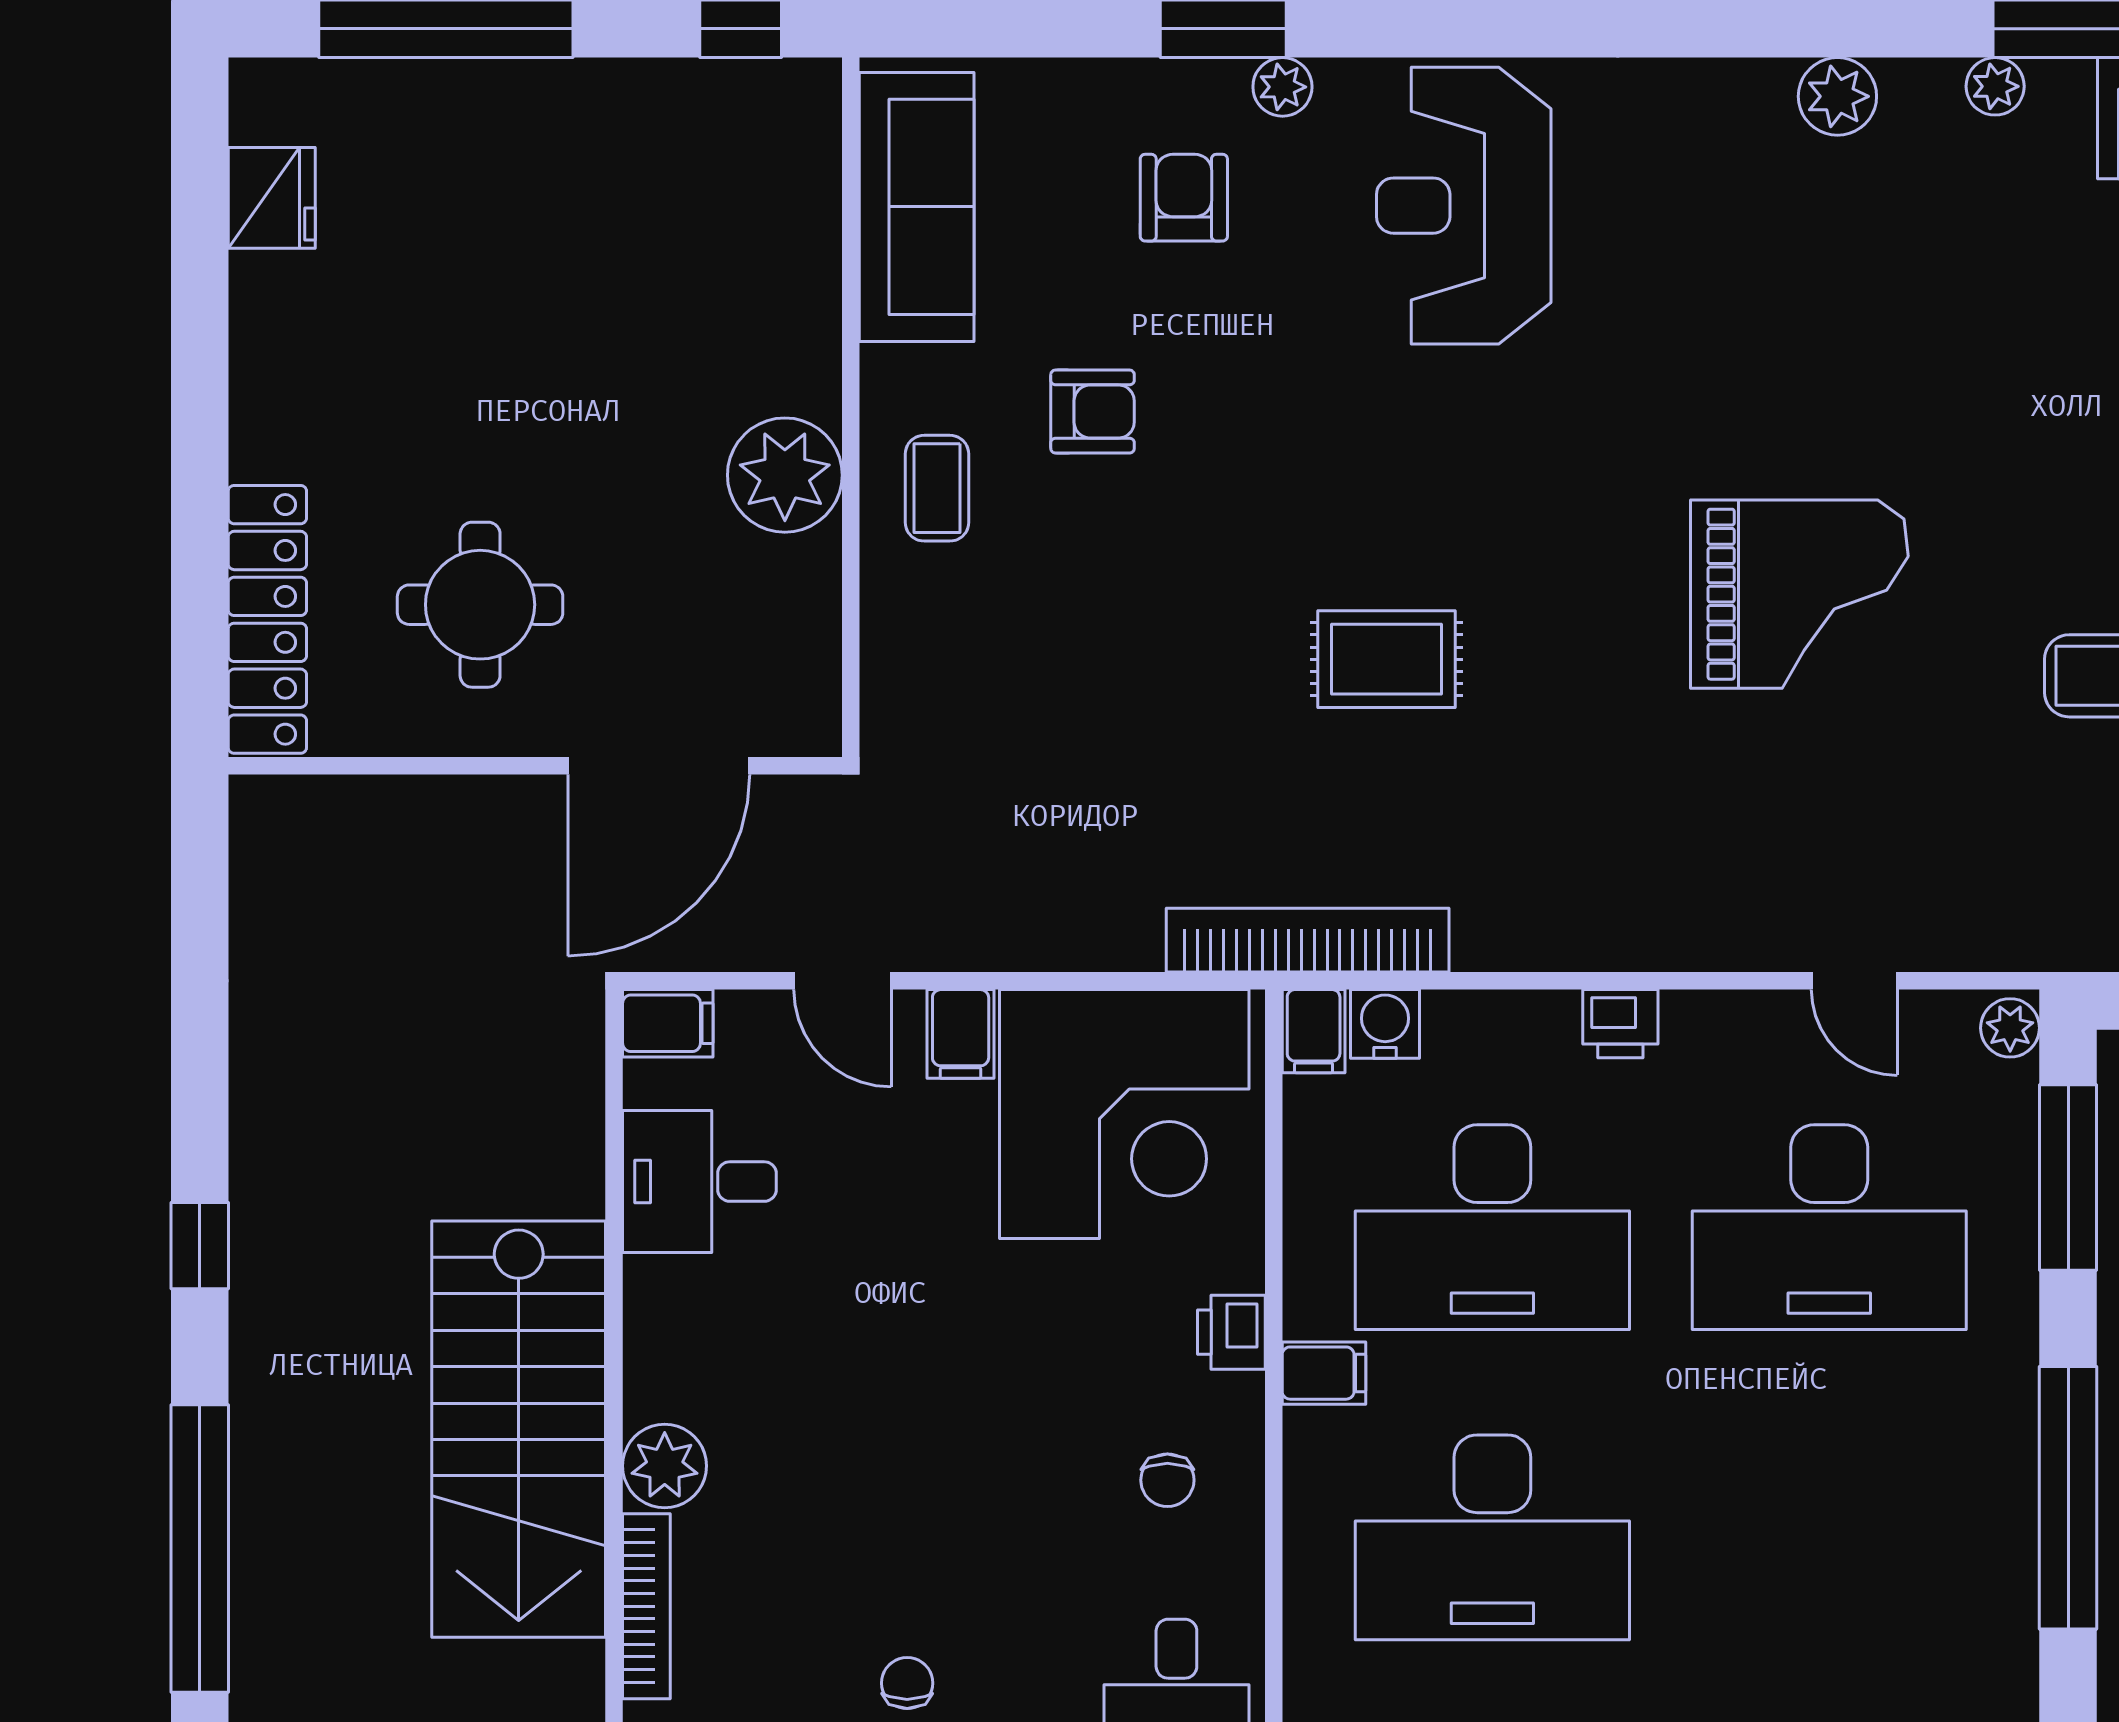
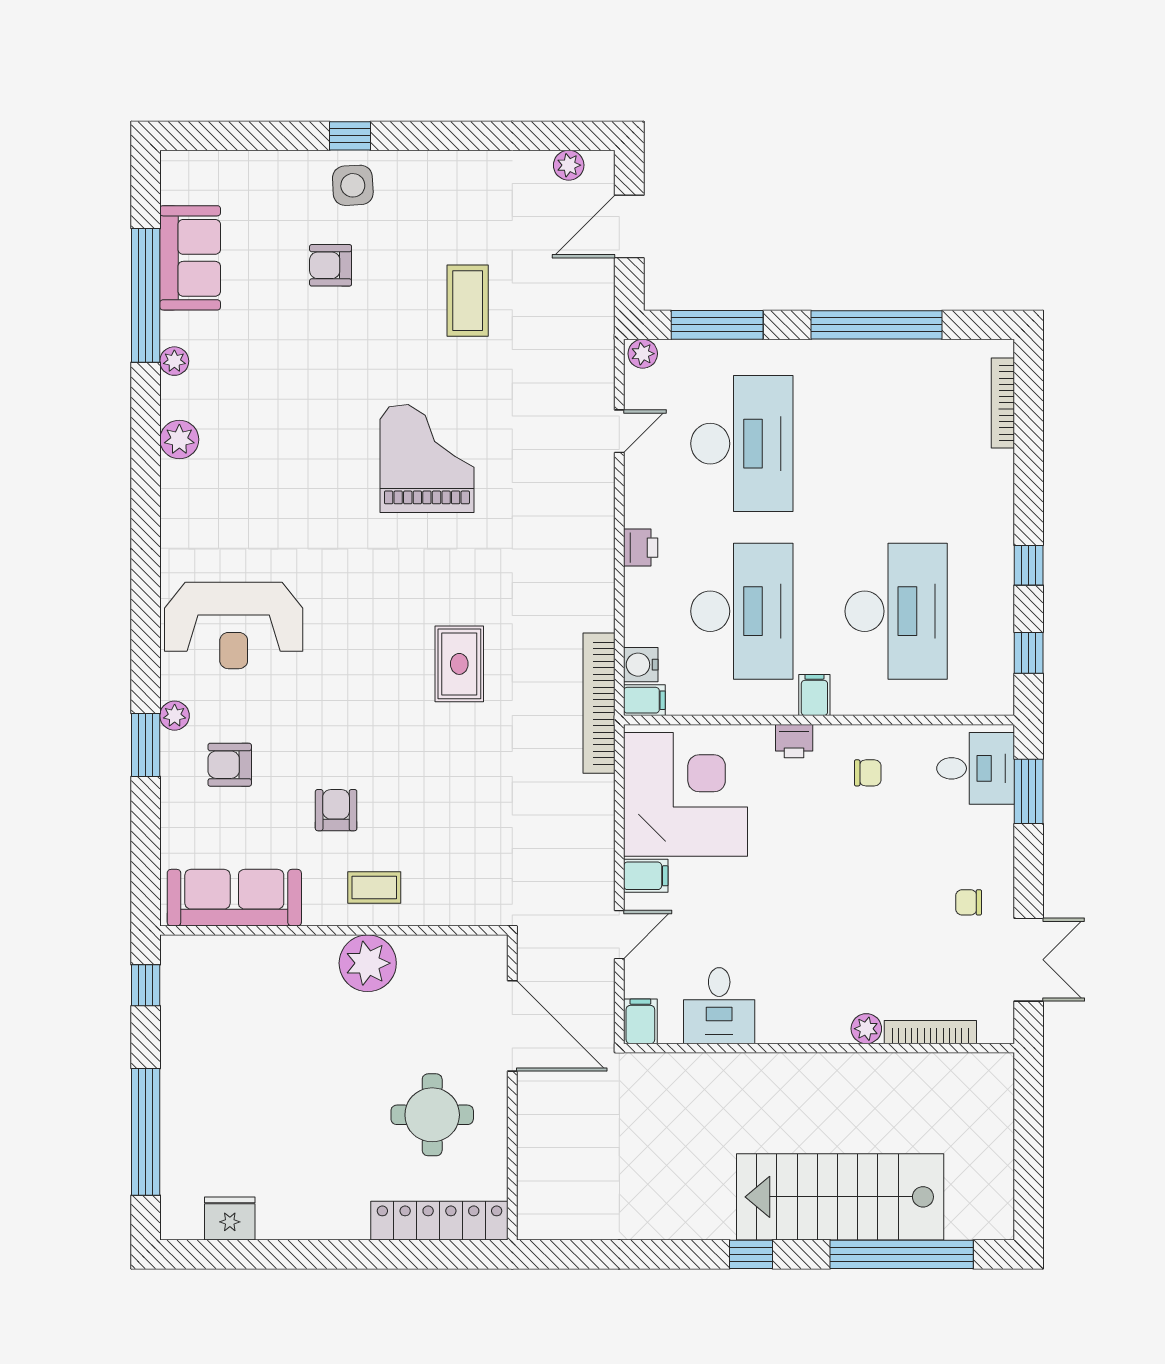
stairs: (519, 1429) -> (840, 1197), moved, turned 180
plant: (665, 1466) -> (866, 1029), width x0.73, depth x0.73

